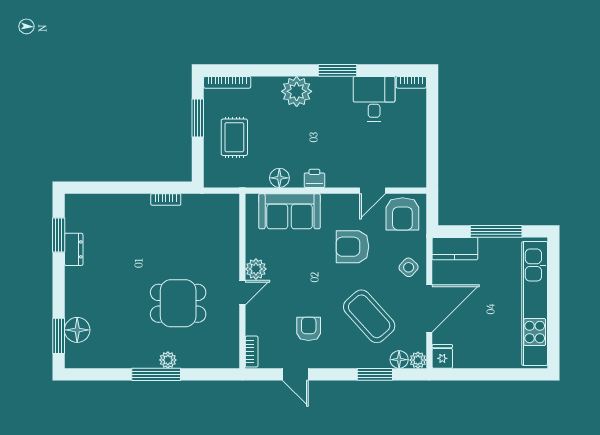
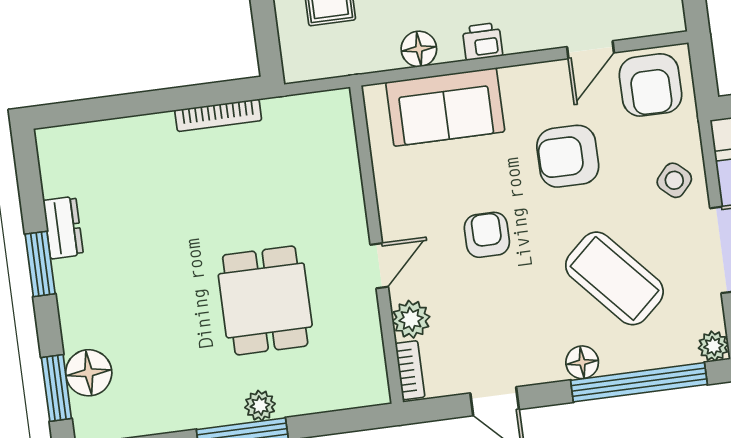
bookcase: (166, 200) -> (218, 115), width x1.56
window: (59, 235) -> (40, 264), moved
plant: (256, 269) -> (411, 319), moved
dining table: (178, 303) -> (265, 300), turned 90
armchair: (309, 329) -> (487, 235), moved
floor lamp: (399, 360) -> (582, 362), moved
window: (375, 374) -> (639, 382), width x2.11

